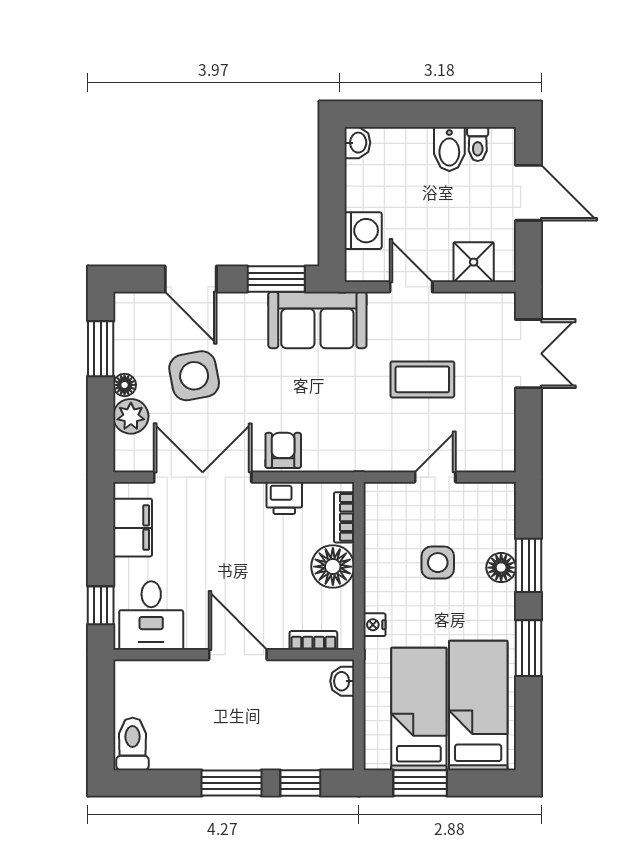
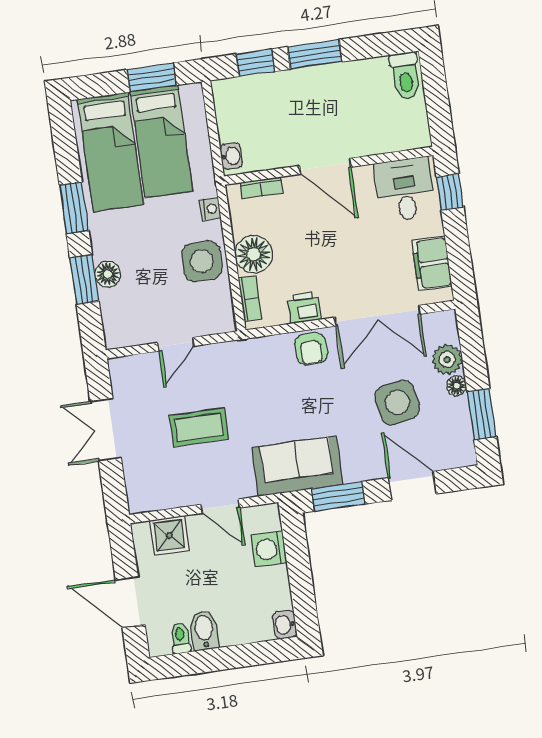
double door: (529, 354) -> (106, 430), moved
side table: (438, 563) -> (202, 261), moved, width x1.37, depth x1.37

